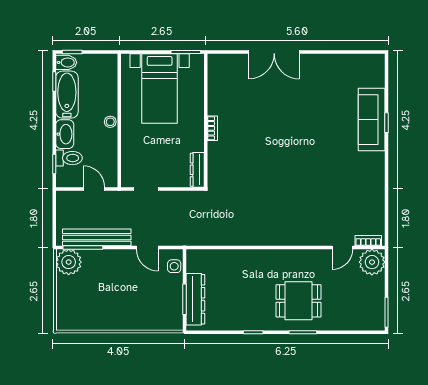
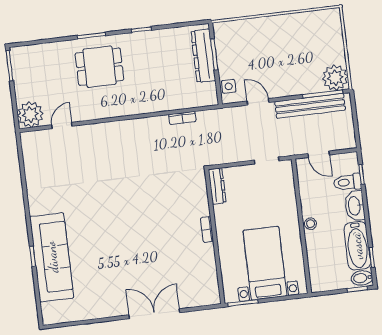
sofa: (372, 120) -> (52, 257), width x1.36, depth x1.27
bookcase: (368, 241) -> (182, 118), moved

